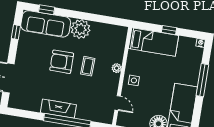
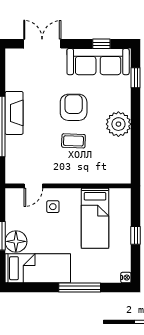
sofa: (46, 24) -> (98, 62), moved, turned -90
bed: (153, 42) -> (95, 218), moved
plant: (117, 68) -> (77, 177), removed
side table: (134, 80) -> (53, 207), moved

